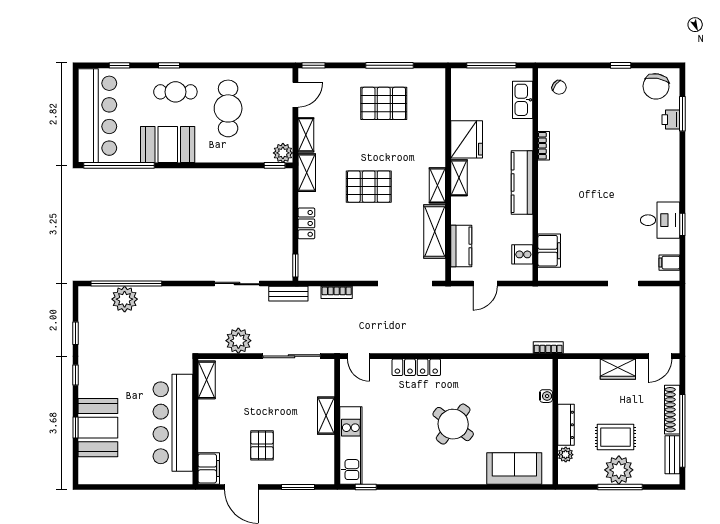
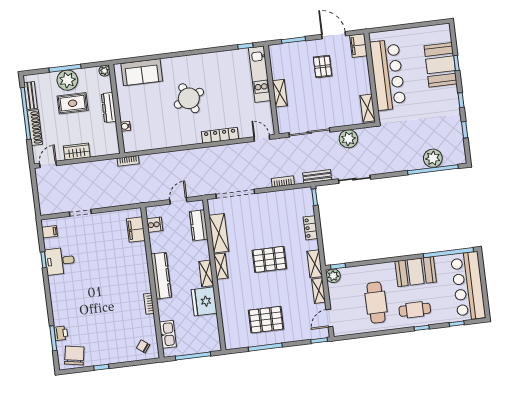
round table: (453, 424) -> (189, 98), turned 30
plant: (566, 455) -> (105, 71), moved

